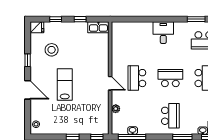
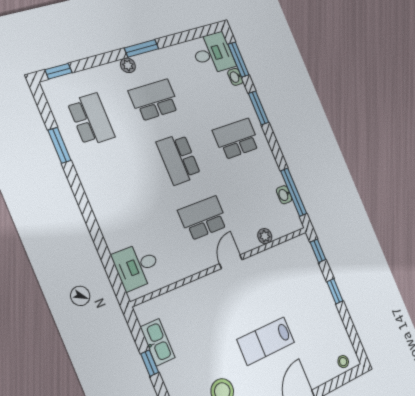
kitchen sink: (98, 27) -> (158, 342), moved
desk: (163, 33) -> (137, 266), moved
school desk: (137, 78) -> (203, 218), turned 180

